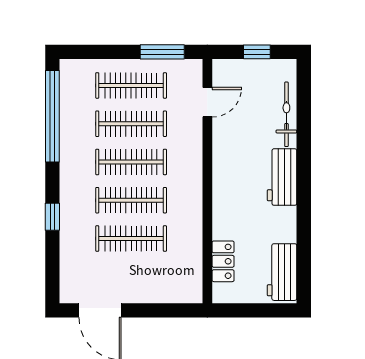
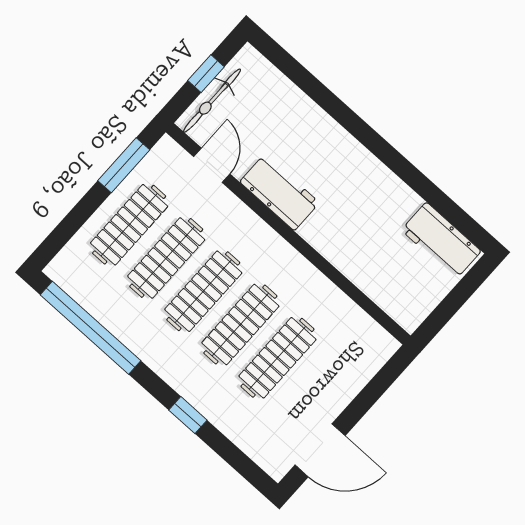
bicycle: (286, 114) -> (212, 101), moved, turned -90
workbench: (282, 177) -> (280, 192), moved, turned 180
locker: (223, 261) -> (380, 288), removed

